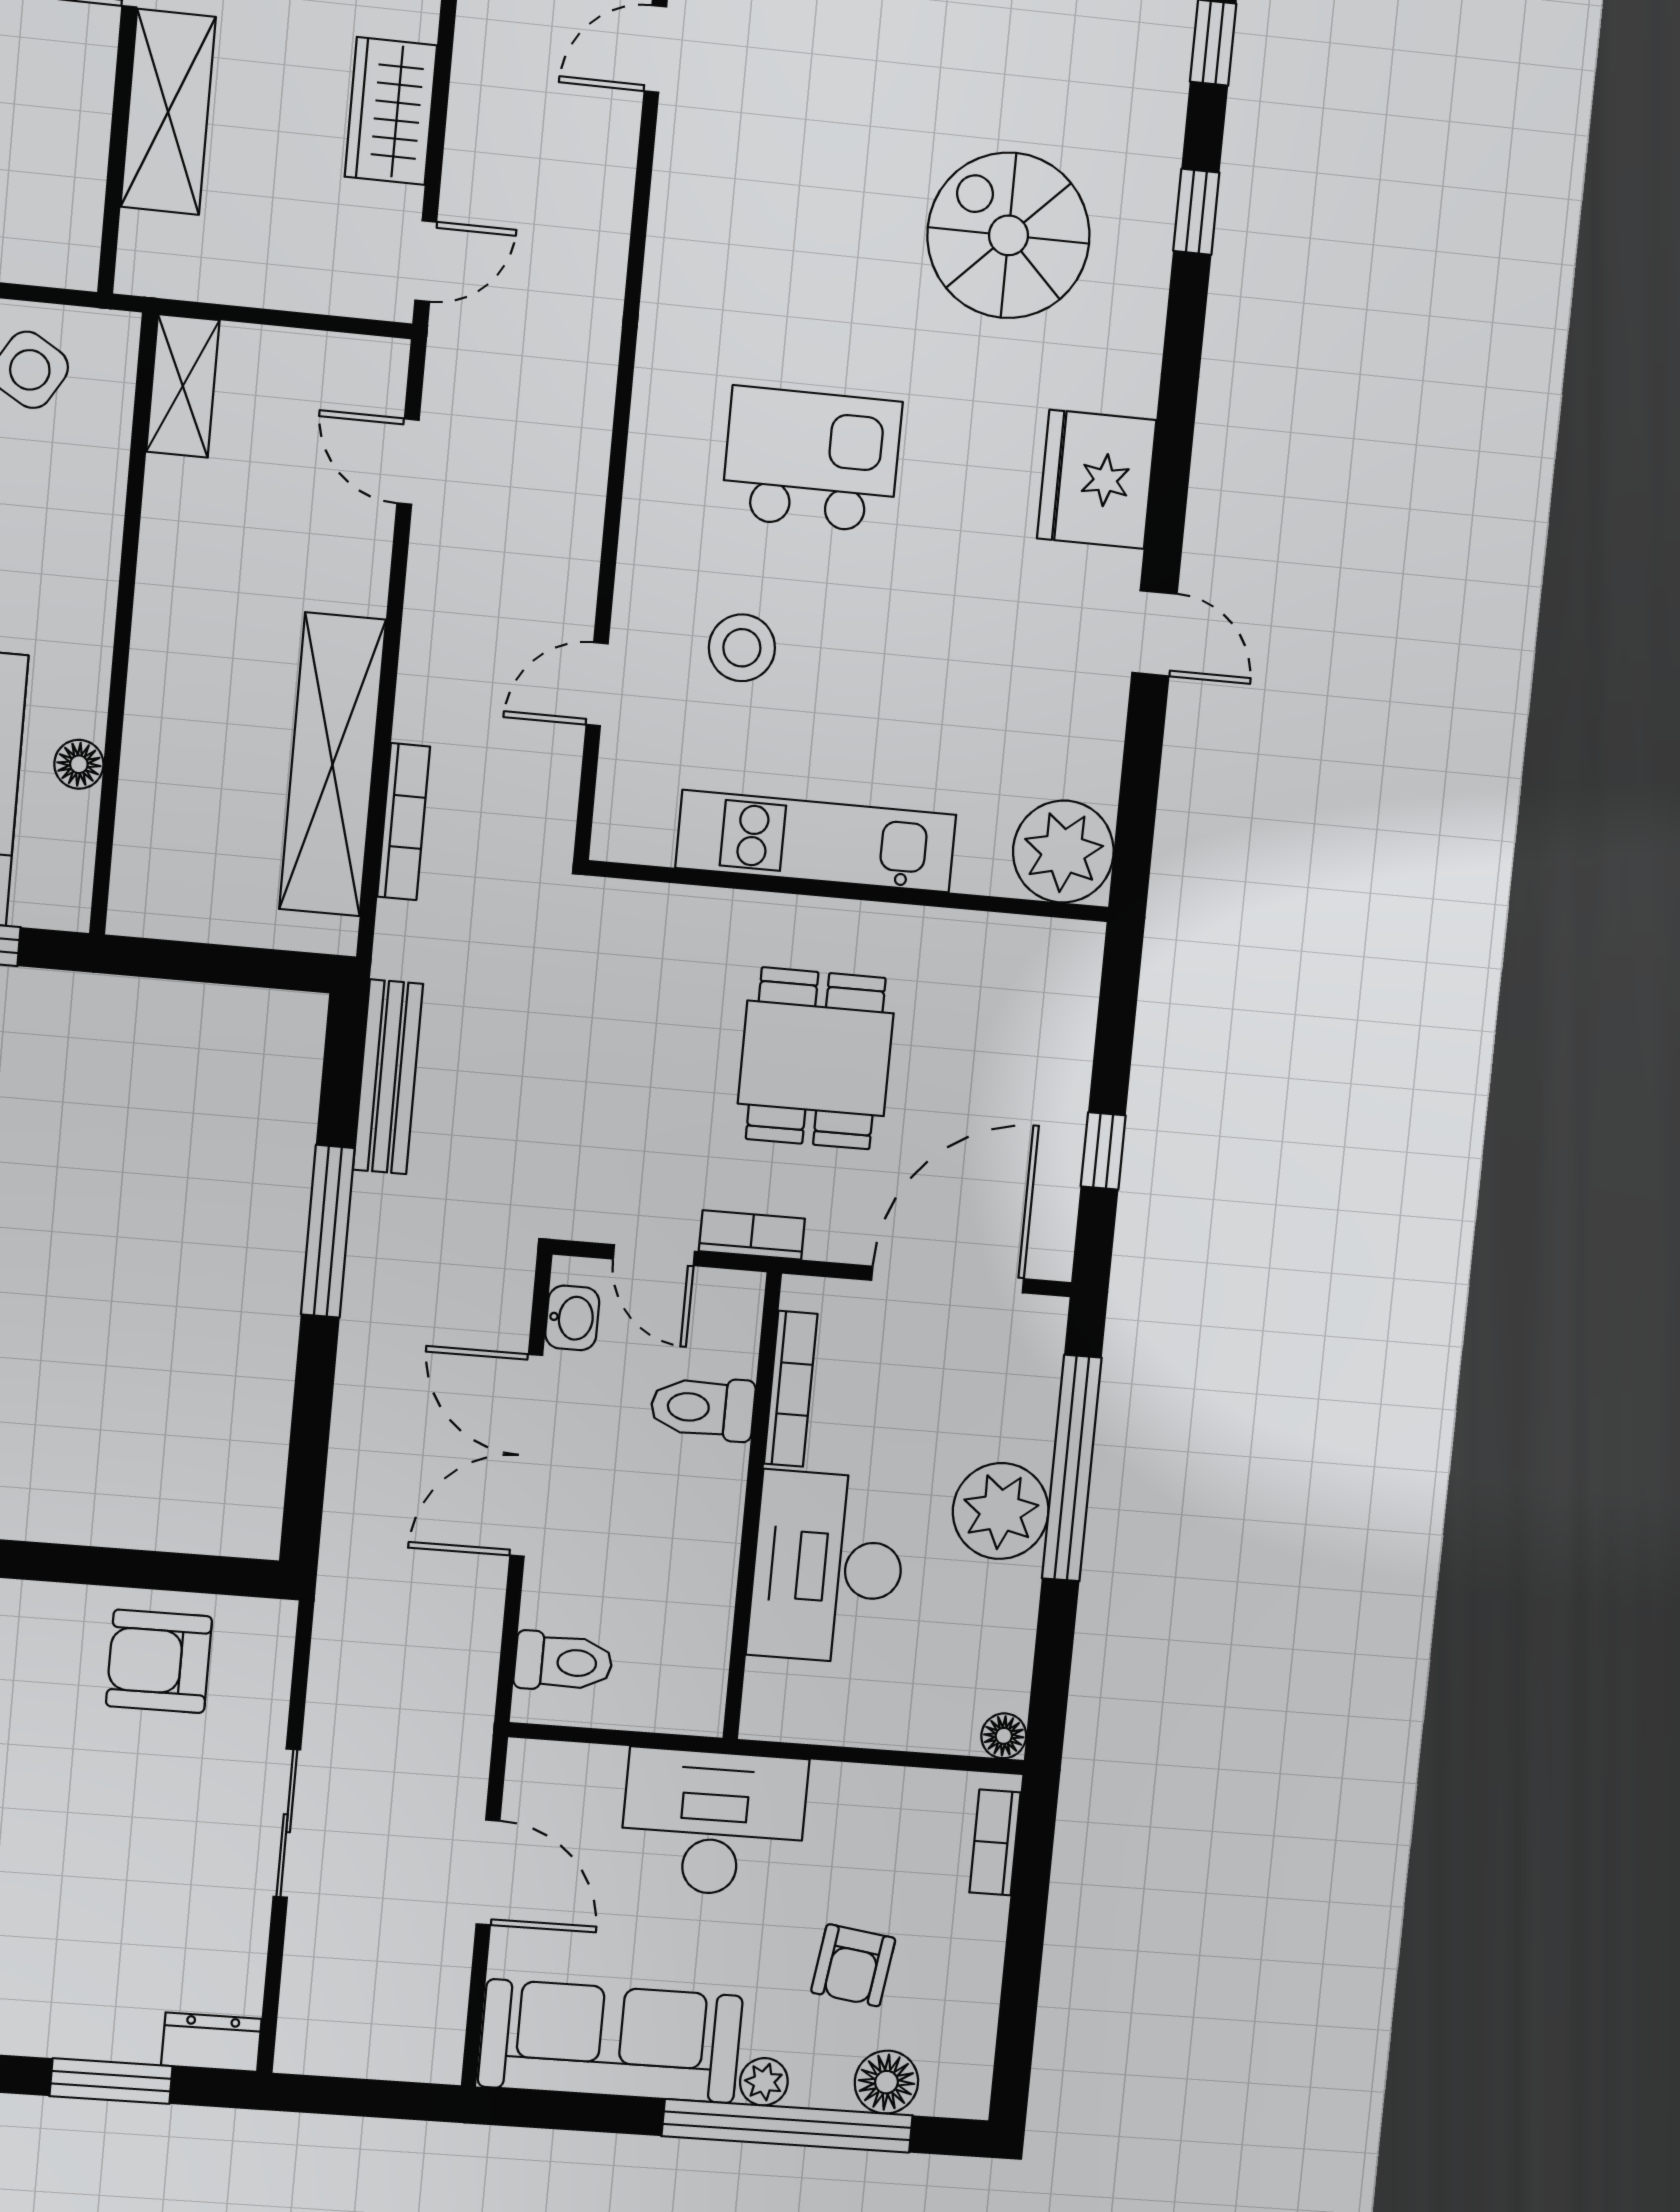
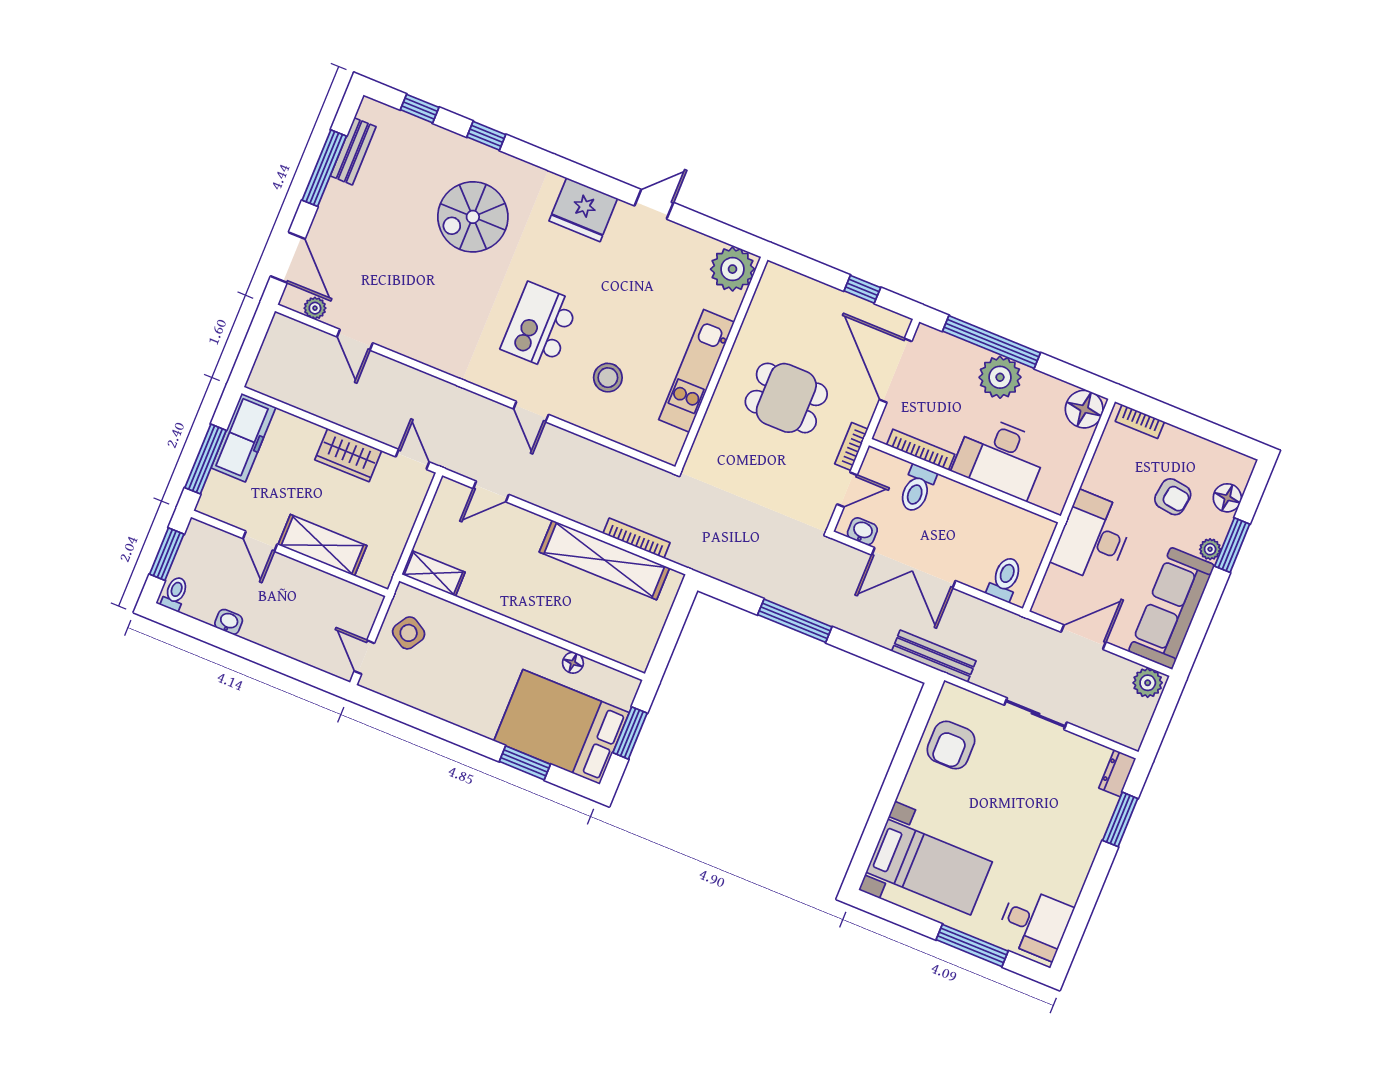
door: (597, 684) -> (531, 412), moved
bench: (388, 1077) -> (934, 656), moved
floor lamp: (1004, 1736) -> (1084, 409), width x1.89, depth x1.89
plant: (431, 2043) -> (1148, 683), added
window: (787, 2126) -> (1232, 545), width x0.47

